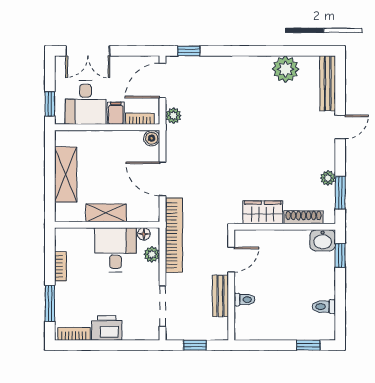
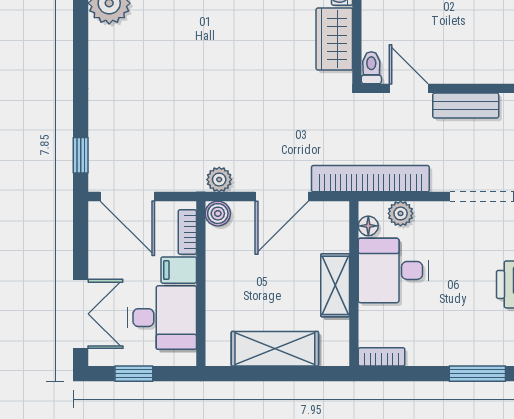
window: (50, 104) -> (134, 374), moved
plant: (173, 116) -> (219, 180), moved
bookcase: (61, 266) -> (382, 357), moved
toilet: (244, 300) -> (371, 68), moved

